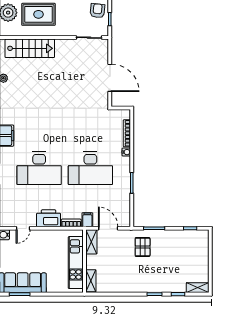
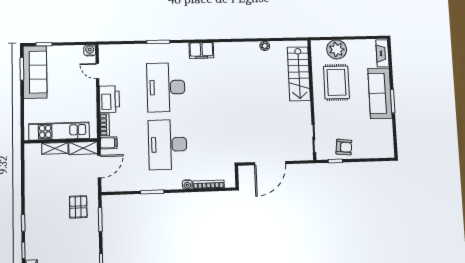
pallet: (143, 247) -> (78, 207), turned 90
shelving: (91, 281) -> (55, 148), moved

